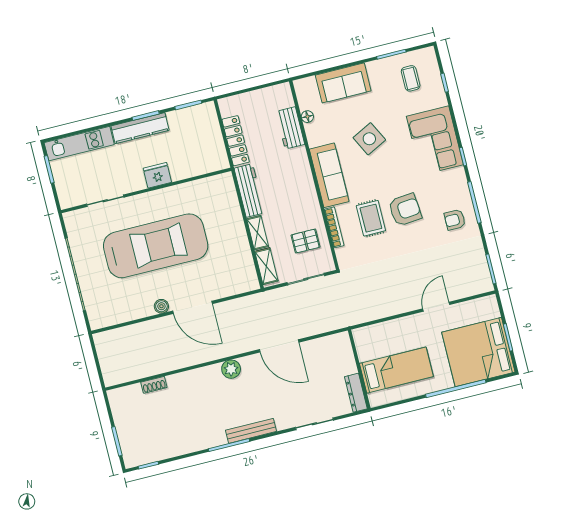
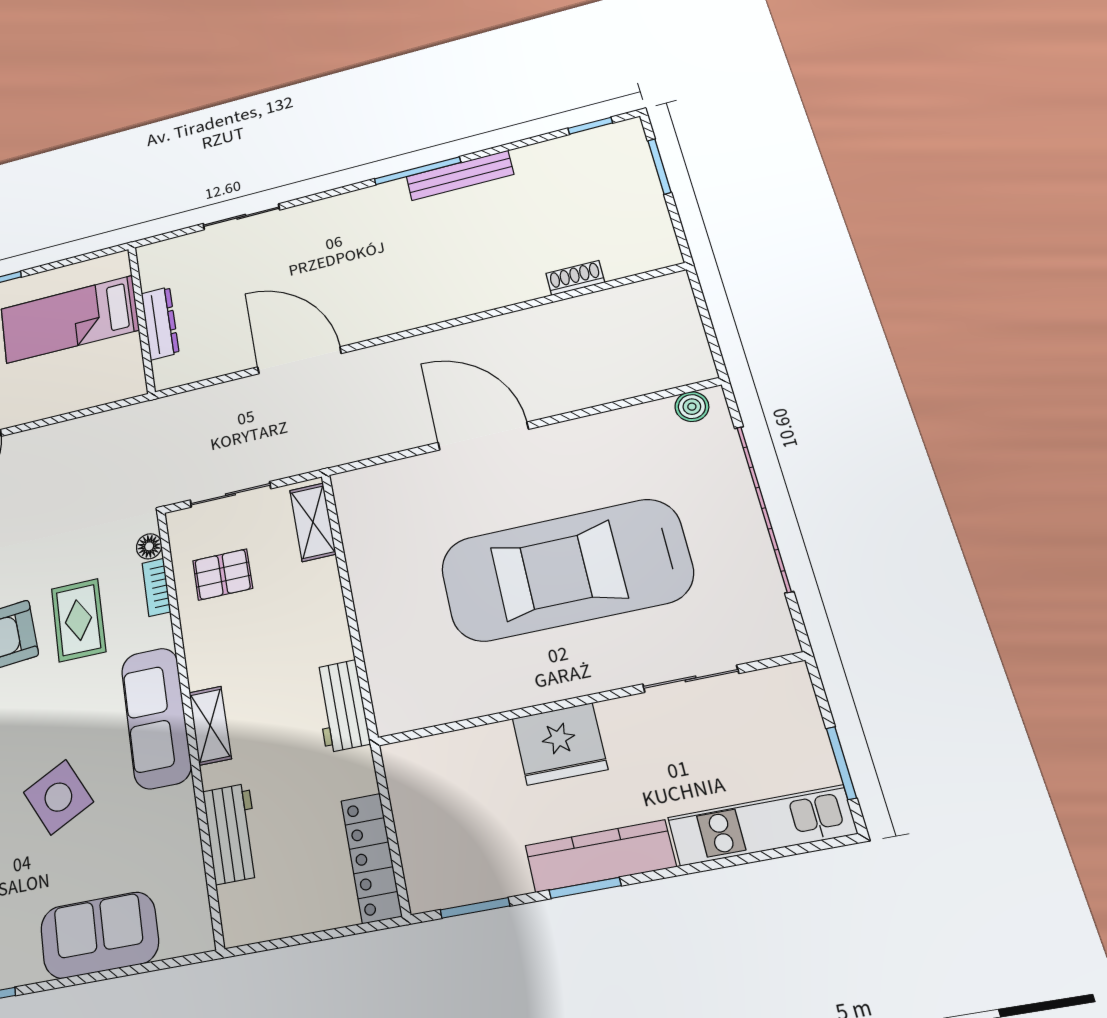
floor lamp: (307, 117) -> (149, 546), moved
locker: (236, 141) -> (371, 858), moved
fridge: (157, 175) -> (560, 744), width x1.36, depth x1.34
workbench: (249, 191) -> (341, 706), width x0.73
bookcase: (334, 227) -> (156, 587), width x0.64
shelving: (258, 233) -> (210, 726), moved
boiler: (161, 306) -> (692, 407), moved
plant: (231, 369) -> (404, 313), removed
dresser: (356, 393) -> (160, 323), moved
bench: (251, 431) -> (460, 175), moved

